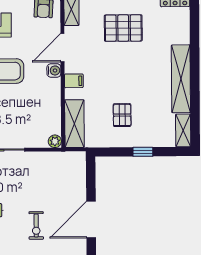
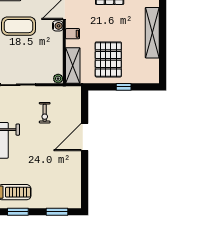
pallet: (122, 115) -> (108, 59), width x2.05, depth x2.00
shelving: (183, 130) -> (154, 71), removed
exercise bike: (36, 225) -> (45, 113), moved

